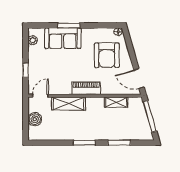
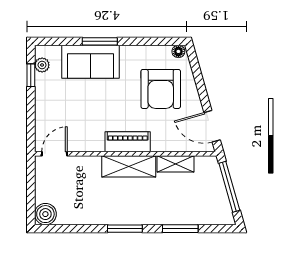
window: (26, 70) -> (31, 75), moved
shelving: (69, 104) -> (129, 166), moved
boiler: (35, 119) -> (45, 214), moved

